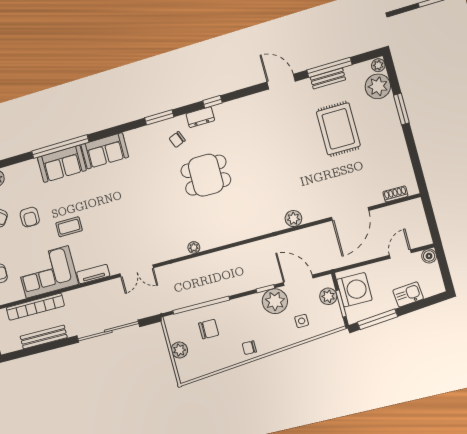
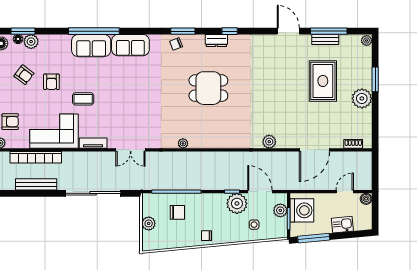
plant: (378, 86) -> (362, 98), moved
chair: (177, 139) -> (176, 44), moved

